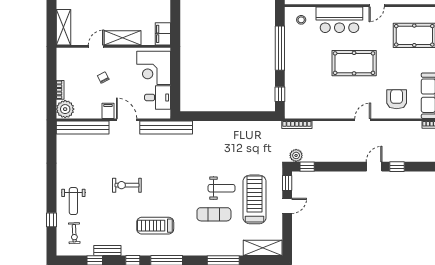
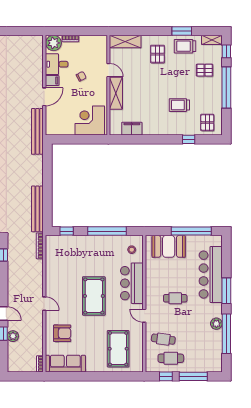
filing cabinet: (163, 34) -> (132, 129), moved
desk: (158, 97) -> (57, 64), moved, turned 90
bench: (83, 127) -> (37, 209), moved
plant: (296, 155) -> (13, 336), moved

